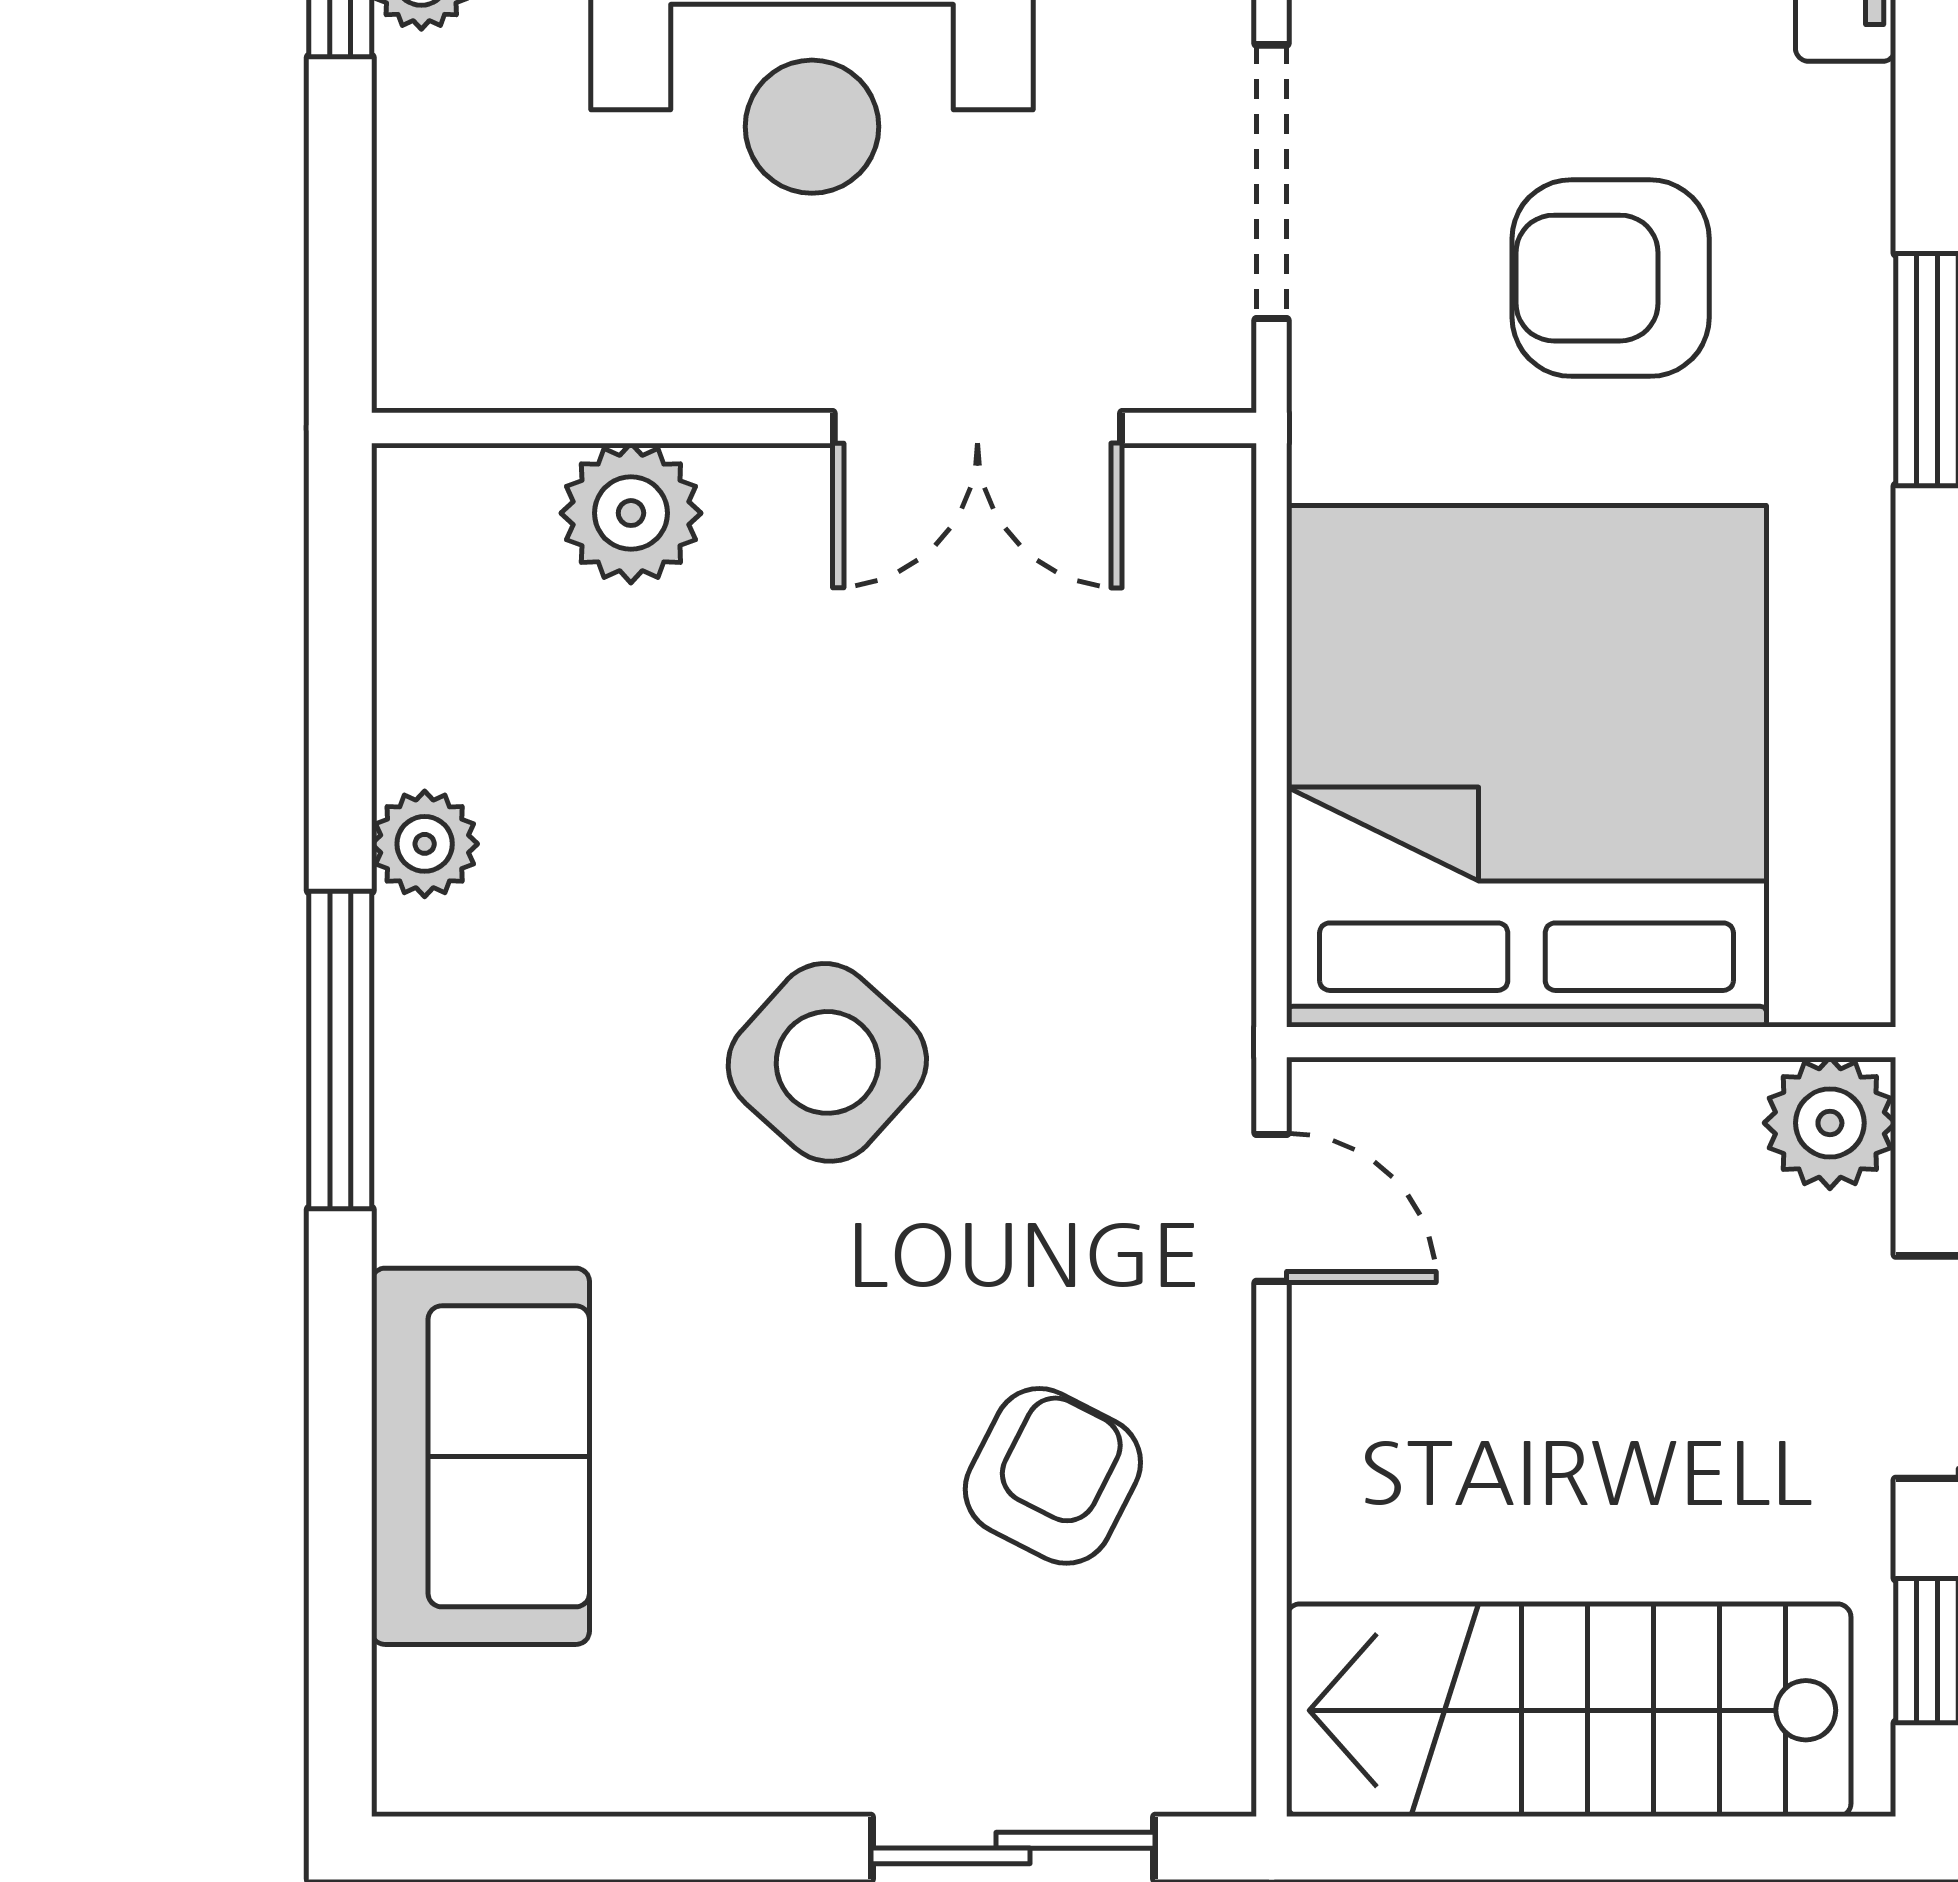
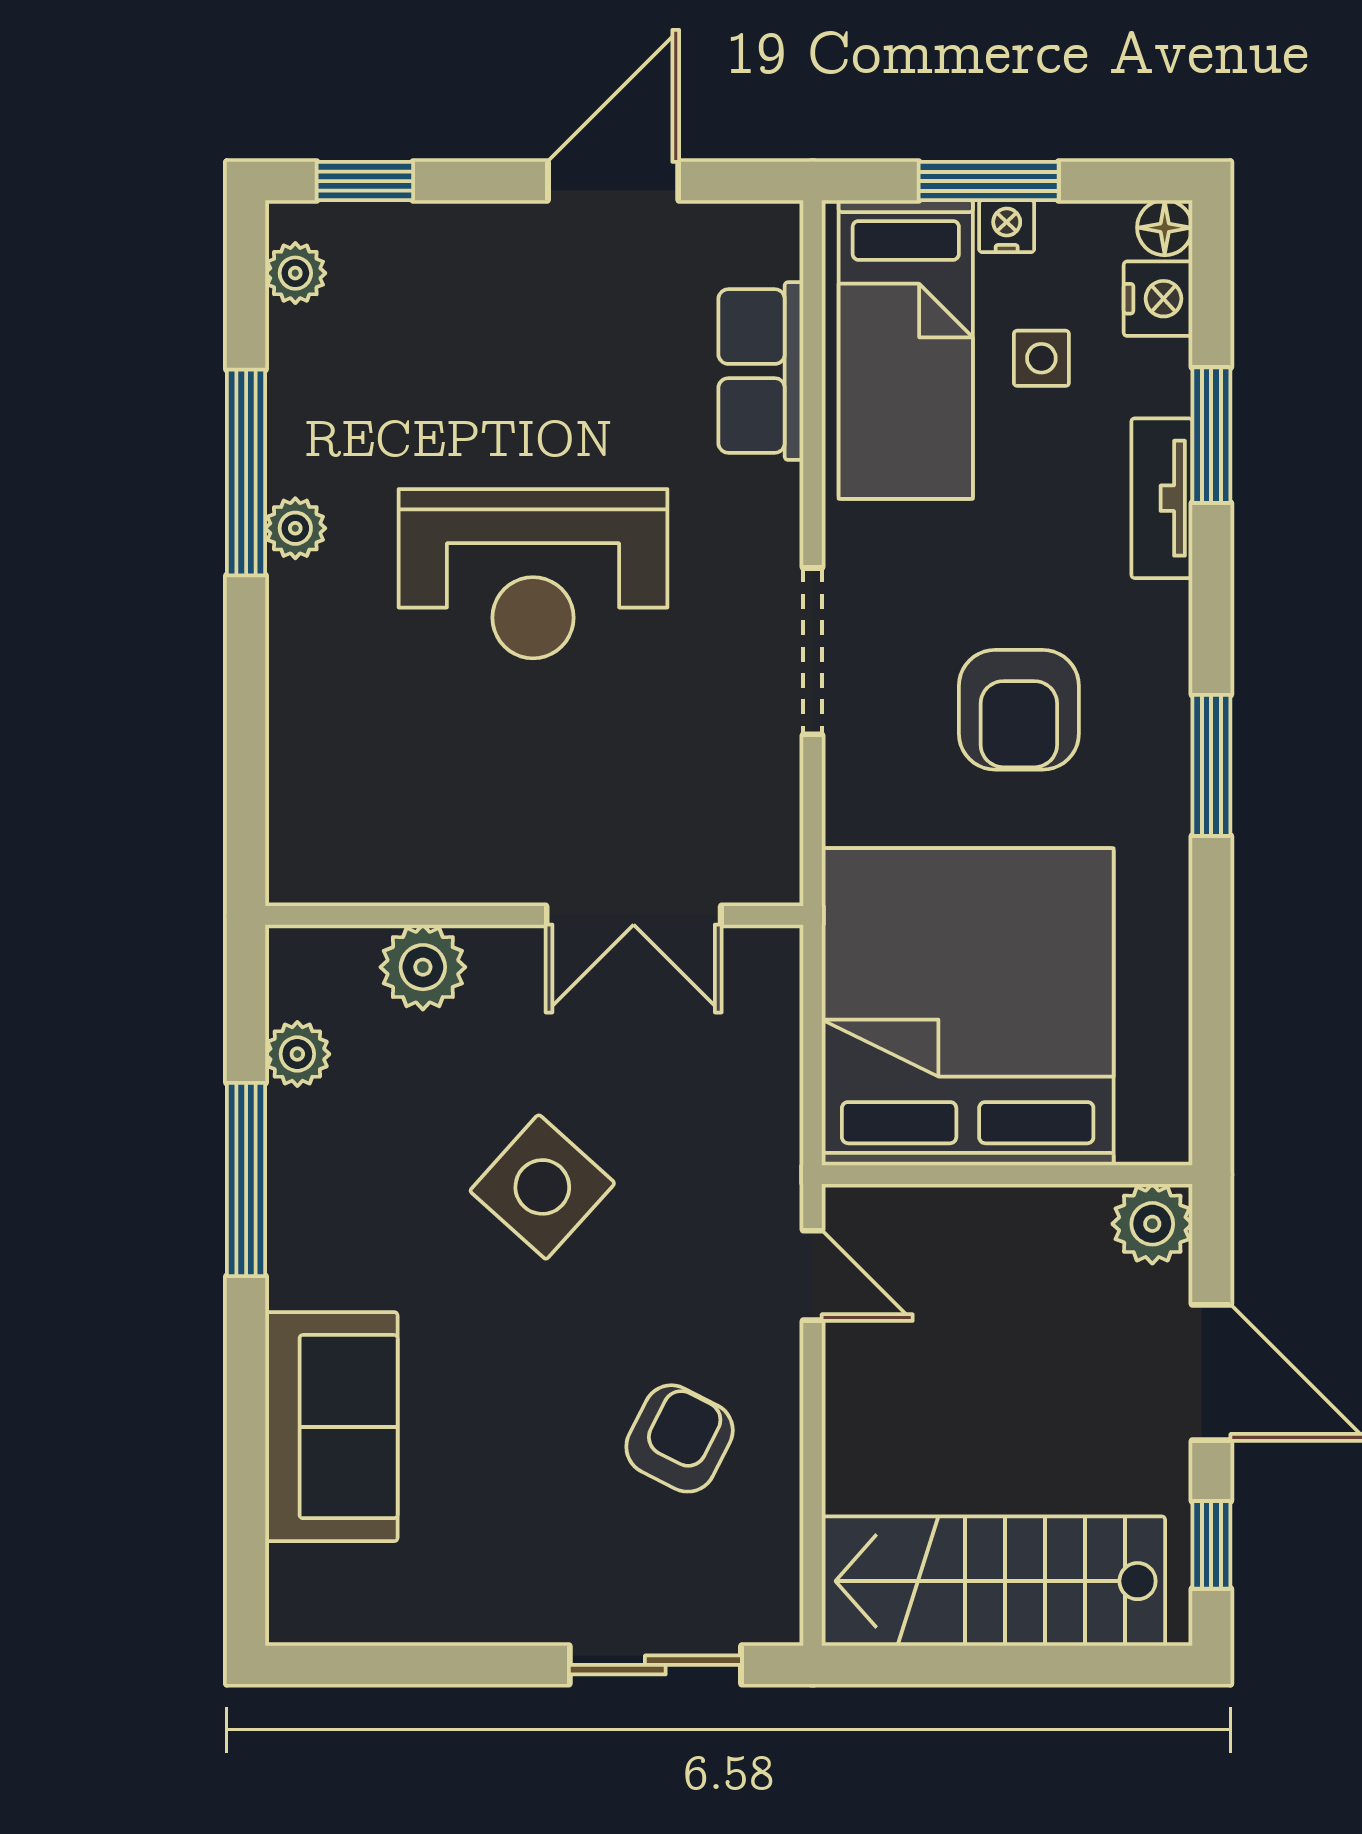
armchair: (1611, 278) -> (1019, 710), turned -90
wall: (814, 428) -> (534, 915), moved
double door: (977, 428) -> (634, 915), moved
plant: (631, 513) -> (423, 967), moved

